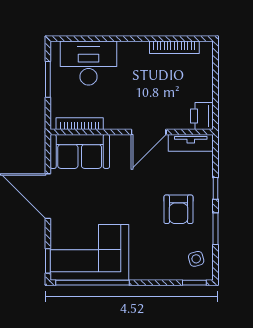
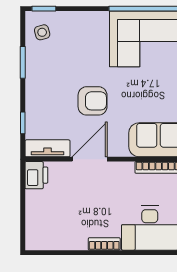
bookcase: (174, 47) -> (104, 244), moved, width x0.64
window: (216, 188) -> (23, 123), moved
armchair: (178, 209) -> (93, 101), moved, turned 90

